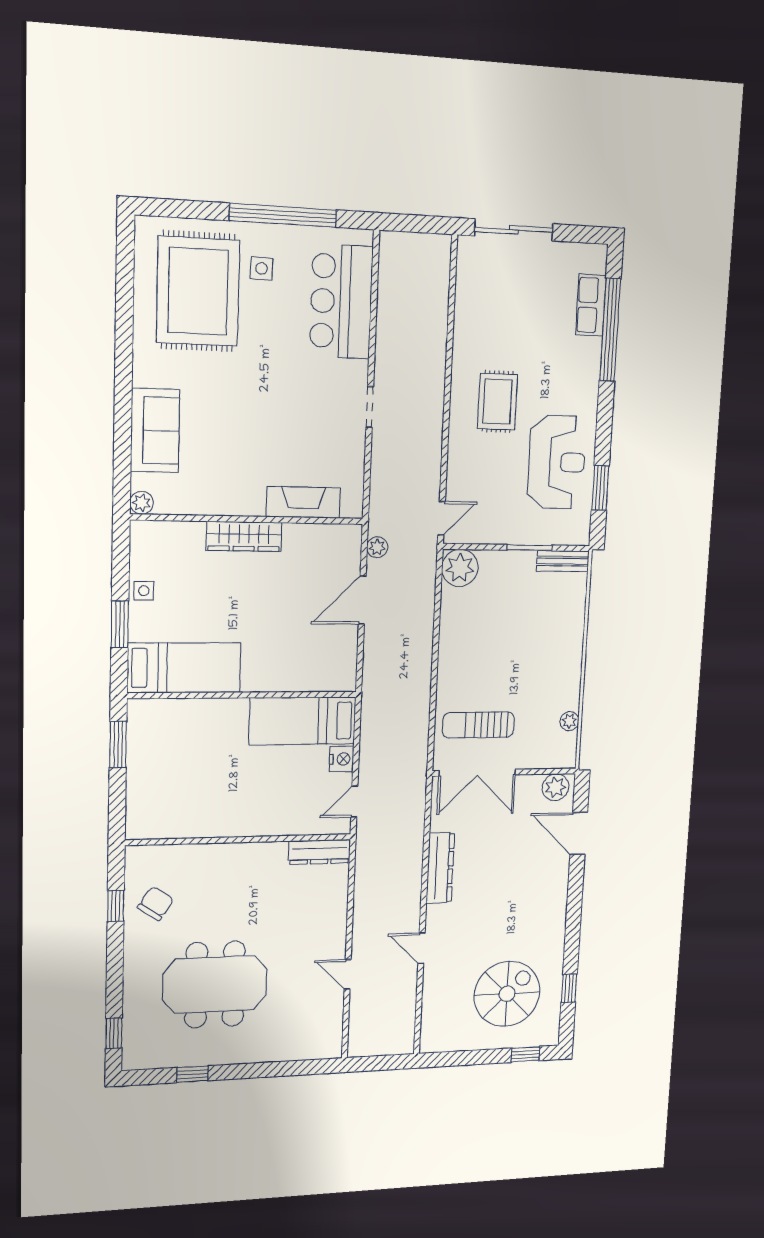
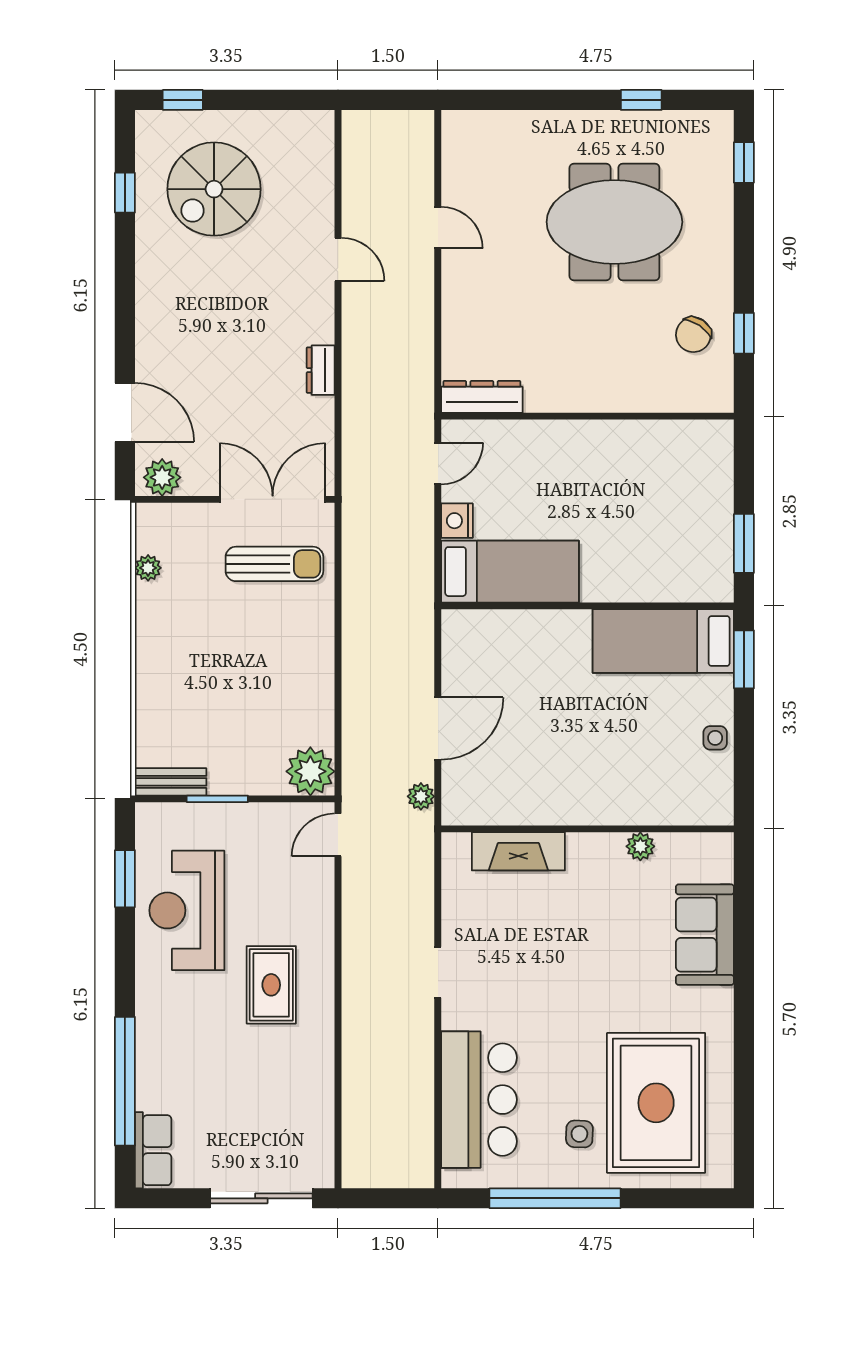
row of seats: (591, 305) -> (153, 1150), moved
plant: (141, 503) -> (640, 846), moved
wardrobe: (244, 536) -> (592, 807), removed
window: (120, 624) -> (744, 659), moved
dresser: (440, 868) -> (321, 370), width x0.51, depth x0.80

